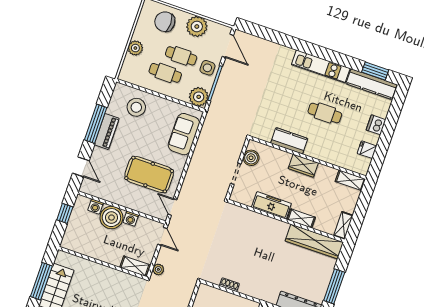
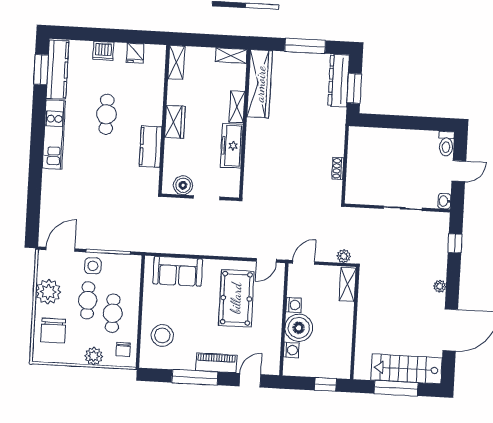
chair: (134, 73) -> (123, 349), added
plant: (199, 97) -> (129, 266), removed
piano: (107, 132) -> (216, 363), moved
window: (65, 213) -> (325, 384), moved

